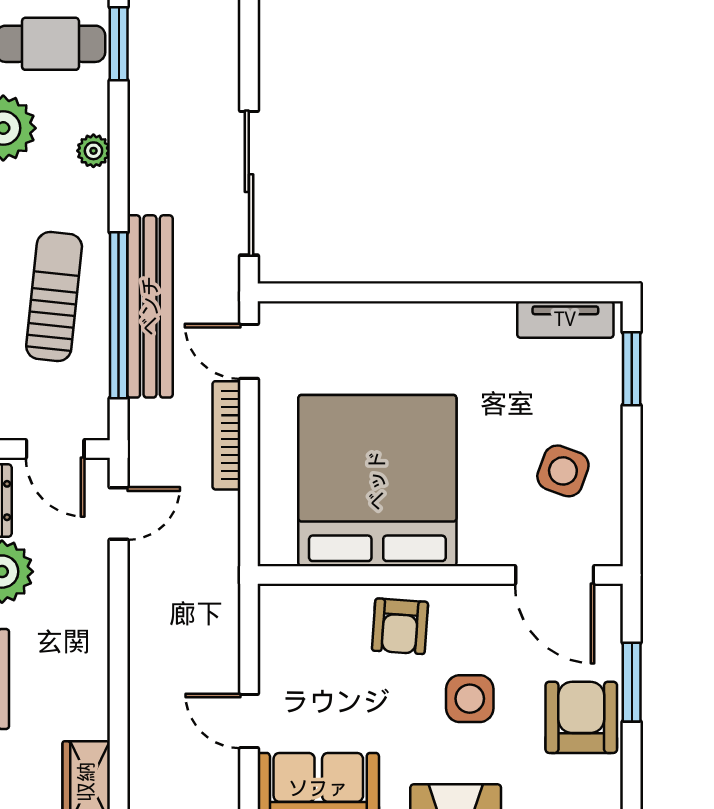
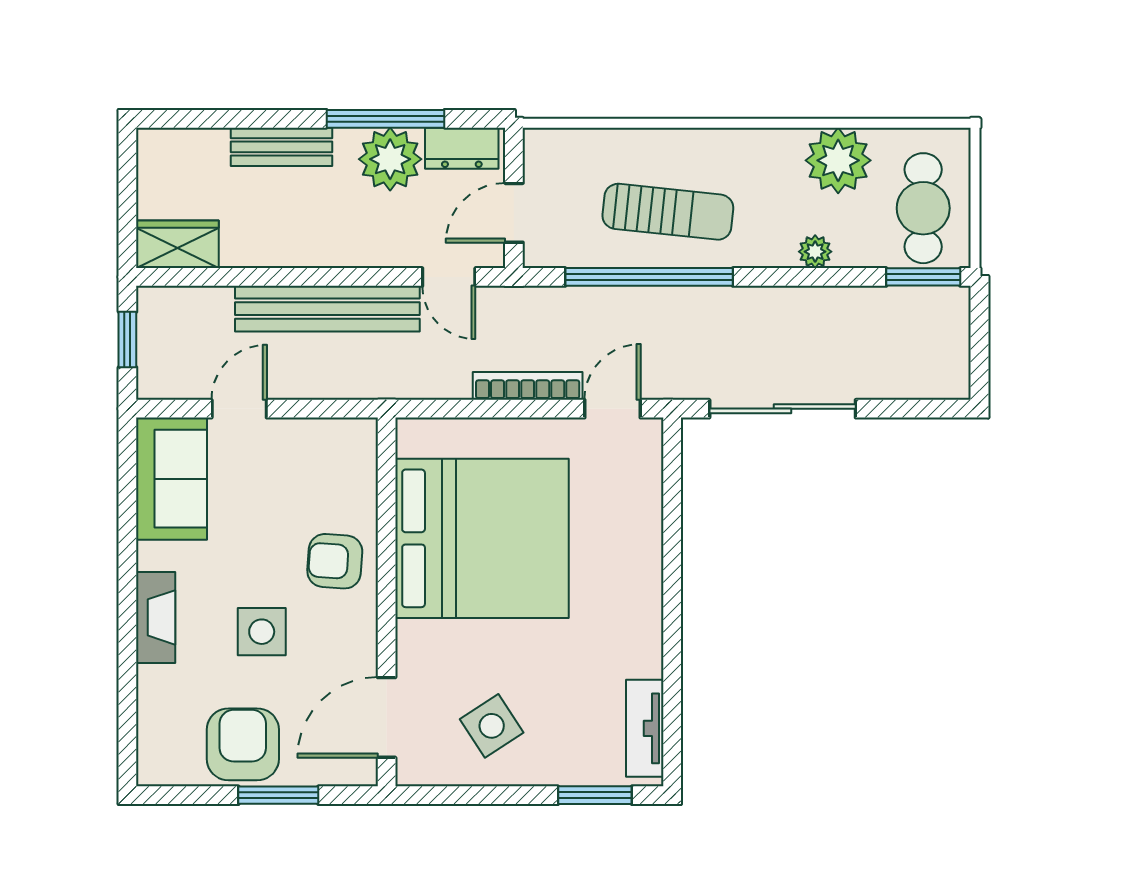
bench: (150, 306) -> (327, 309), moved
side table: (563, 471) -> (492, 726), turned 37
armchair: (581, 717) -> (243, 744), turned -90

